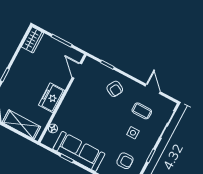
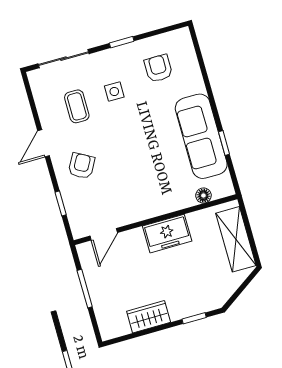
wardrobe: (33, 40) -> (149, 317), moved
door: (153, 89) -> (44, 143), moved

